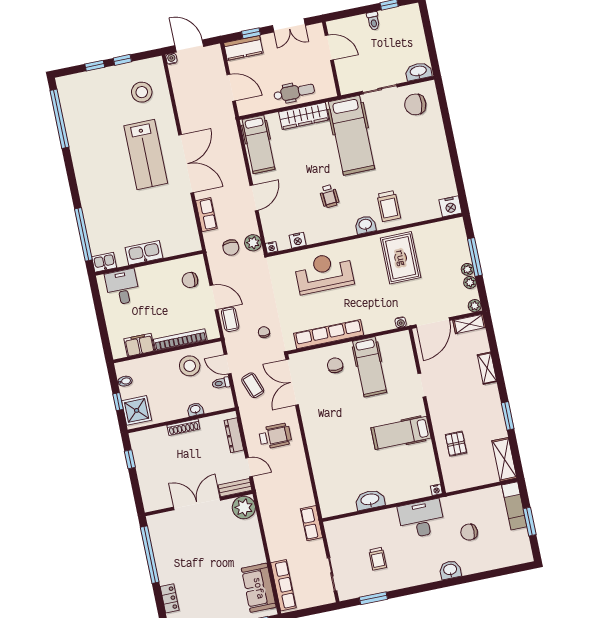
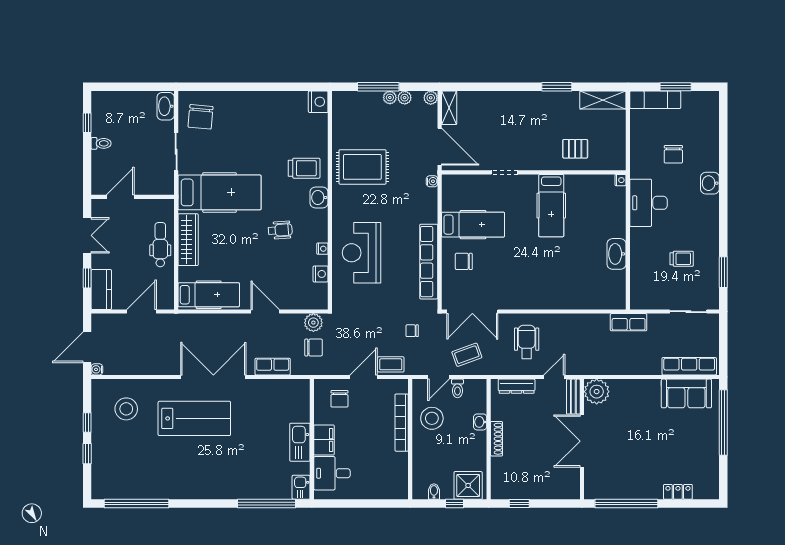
nightstand: (271, 247) -> (322, 249), moved
filing cabinet: (139, 345) -> (324, 440), moved, turned 180
shelving: (487, 368) -> (501, 98), removed

